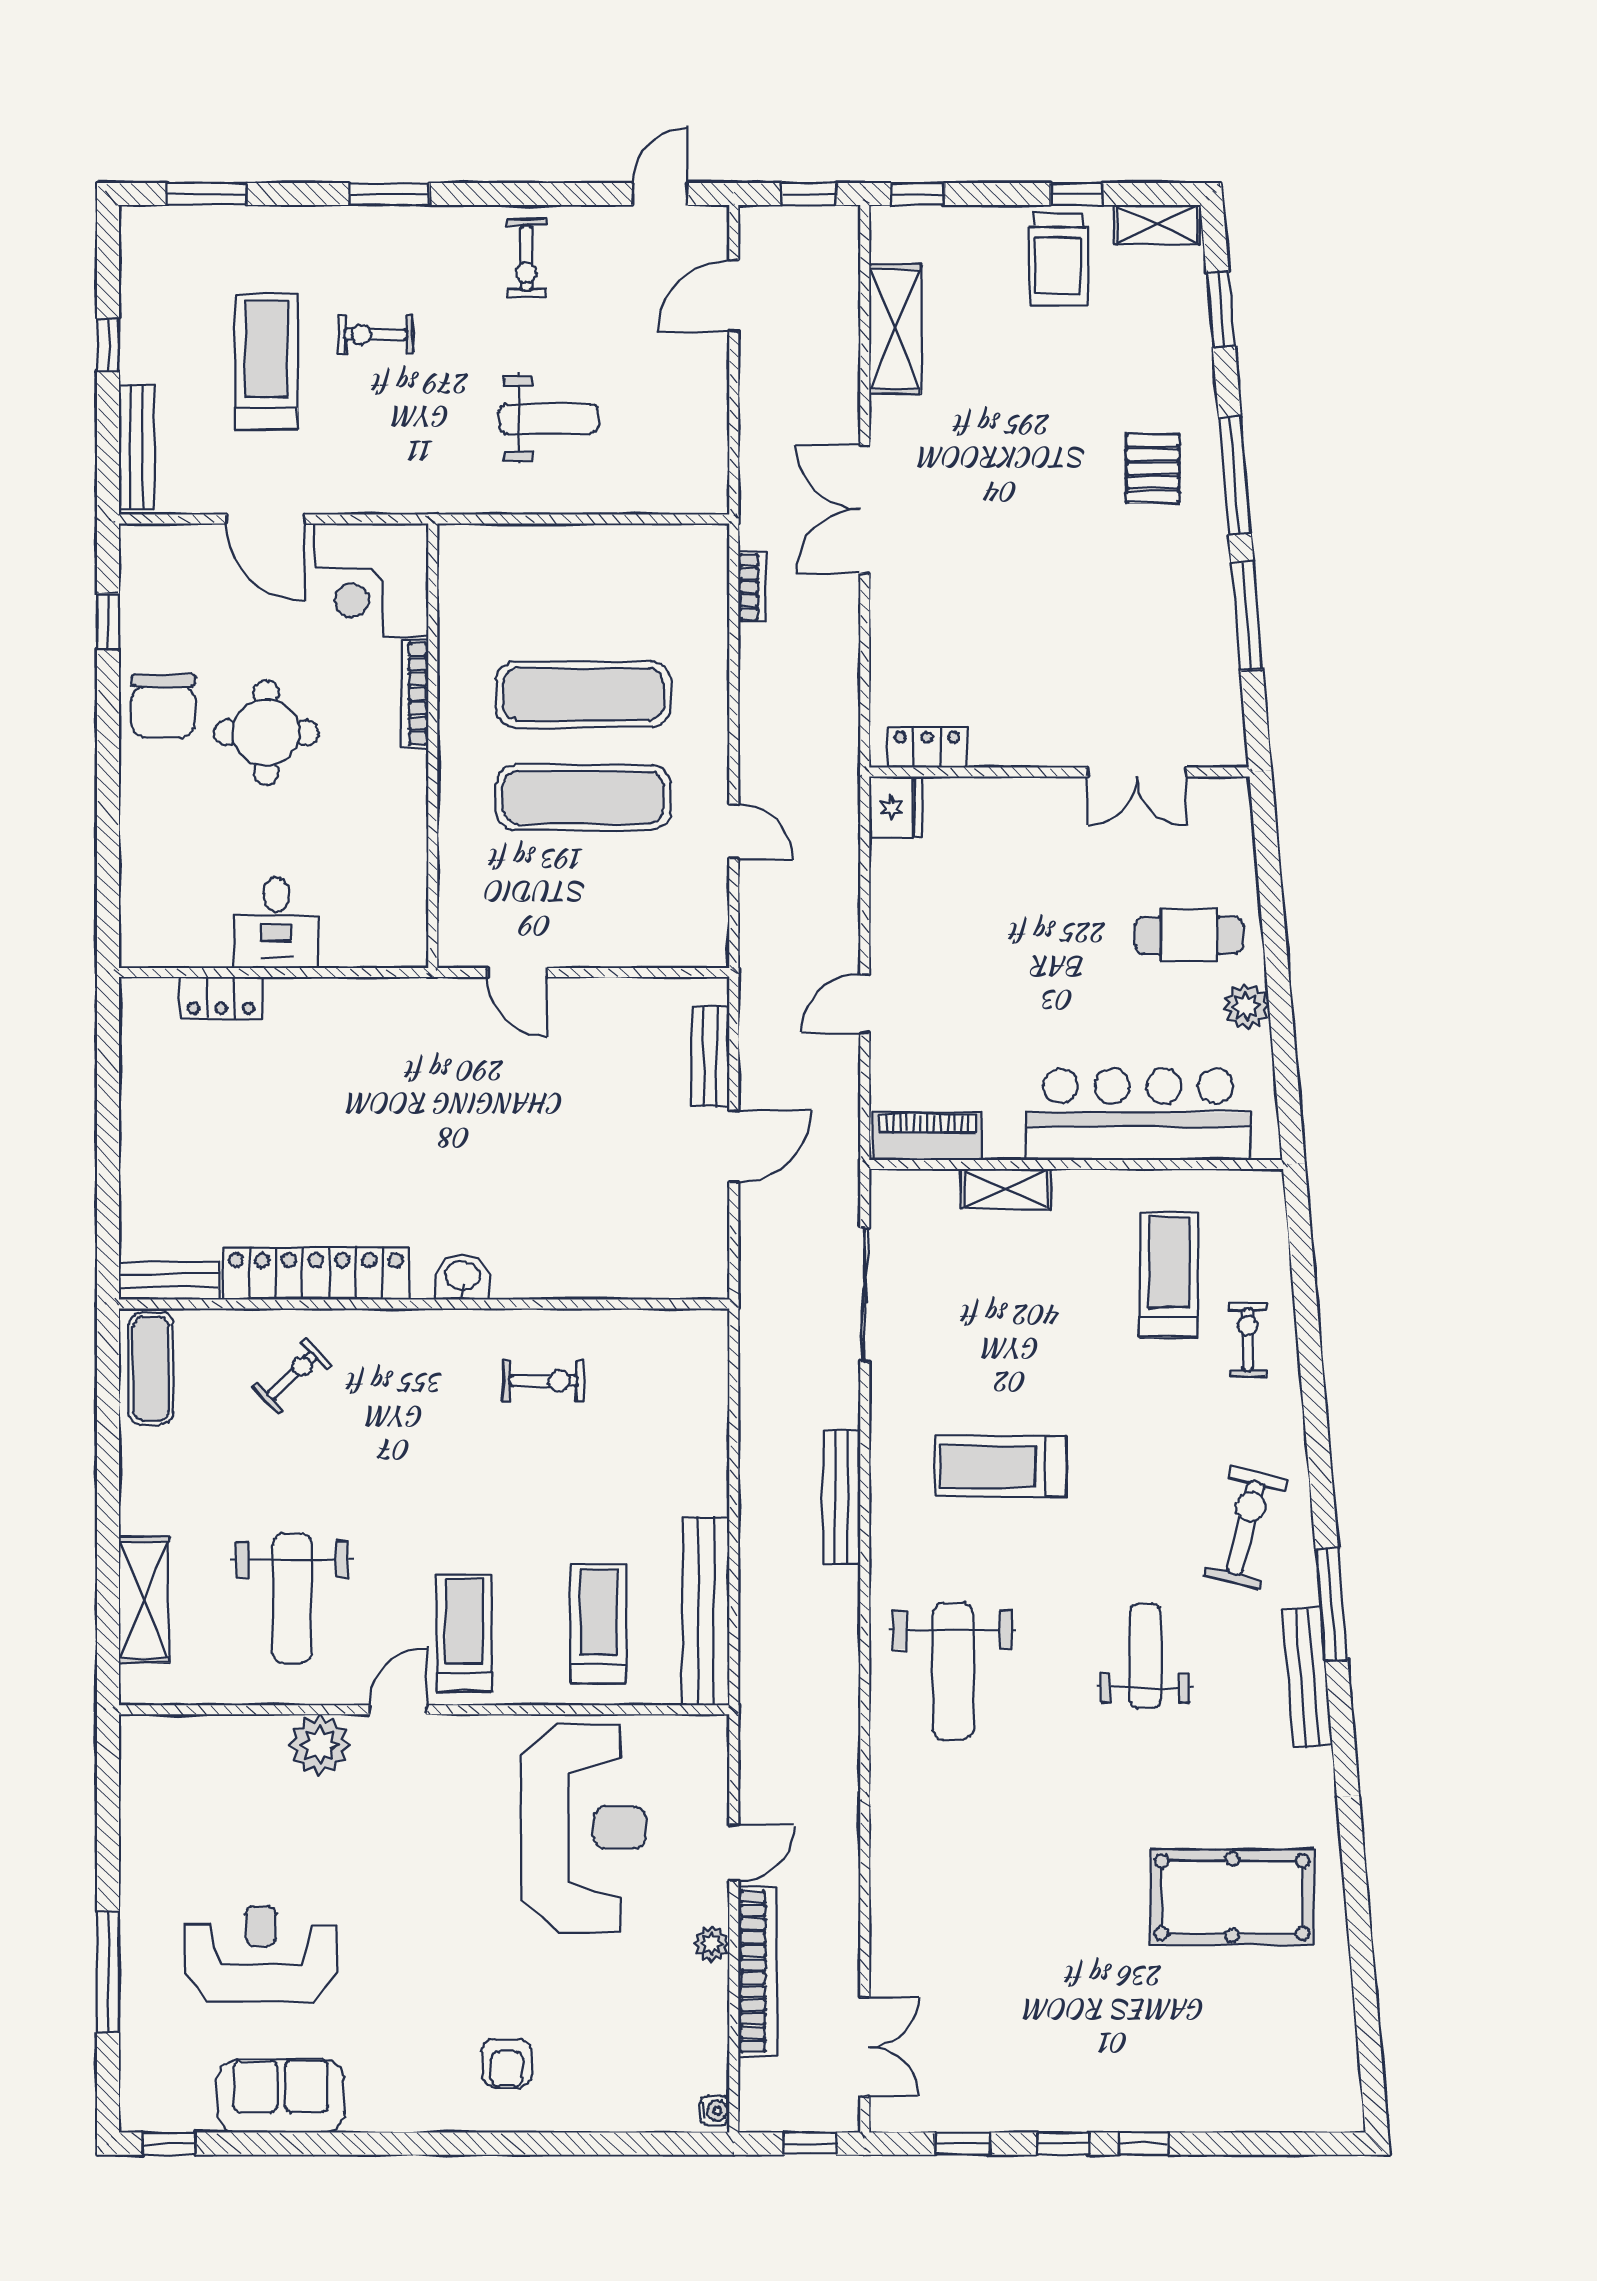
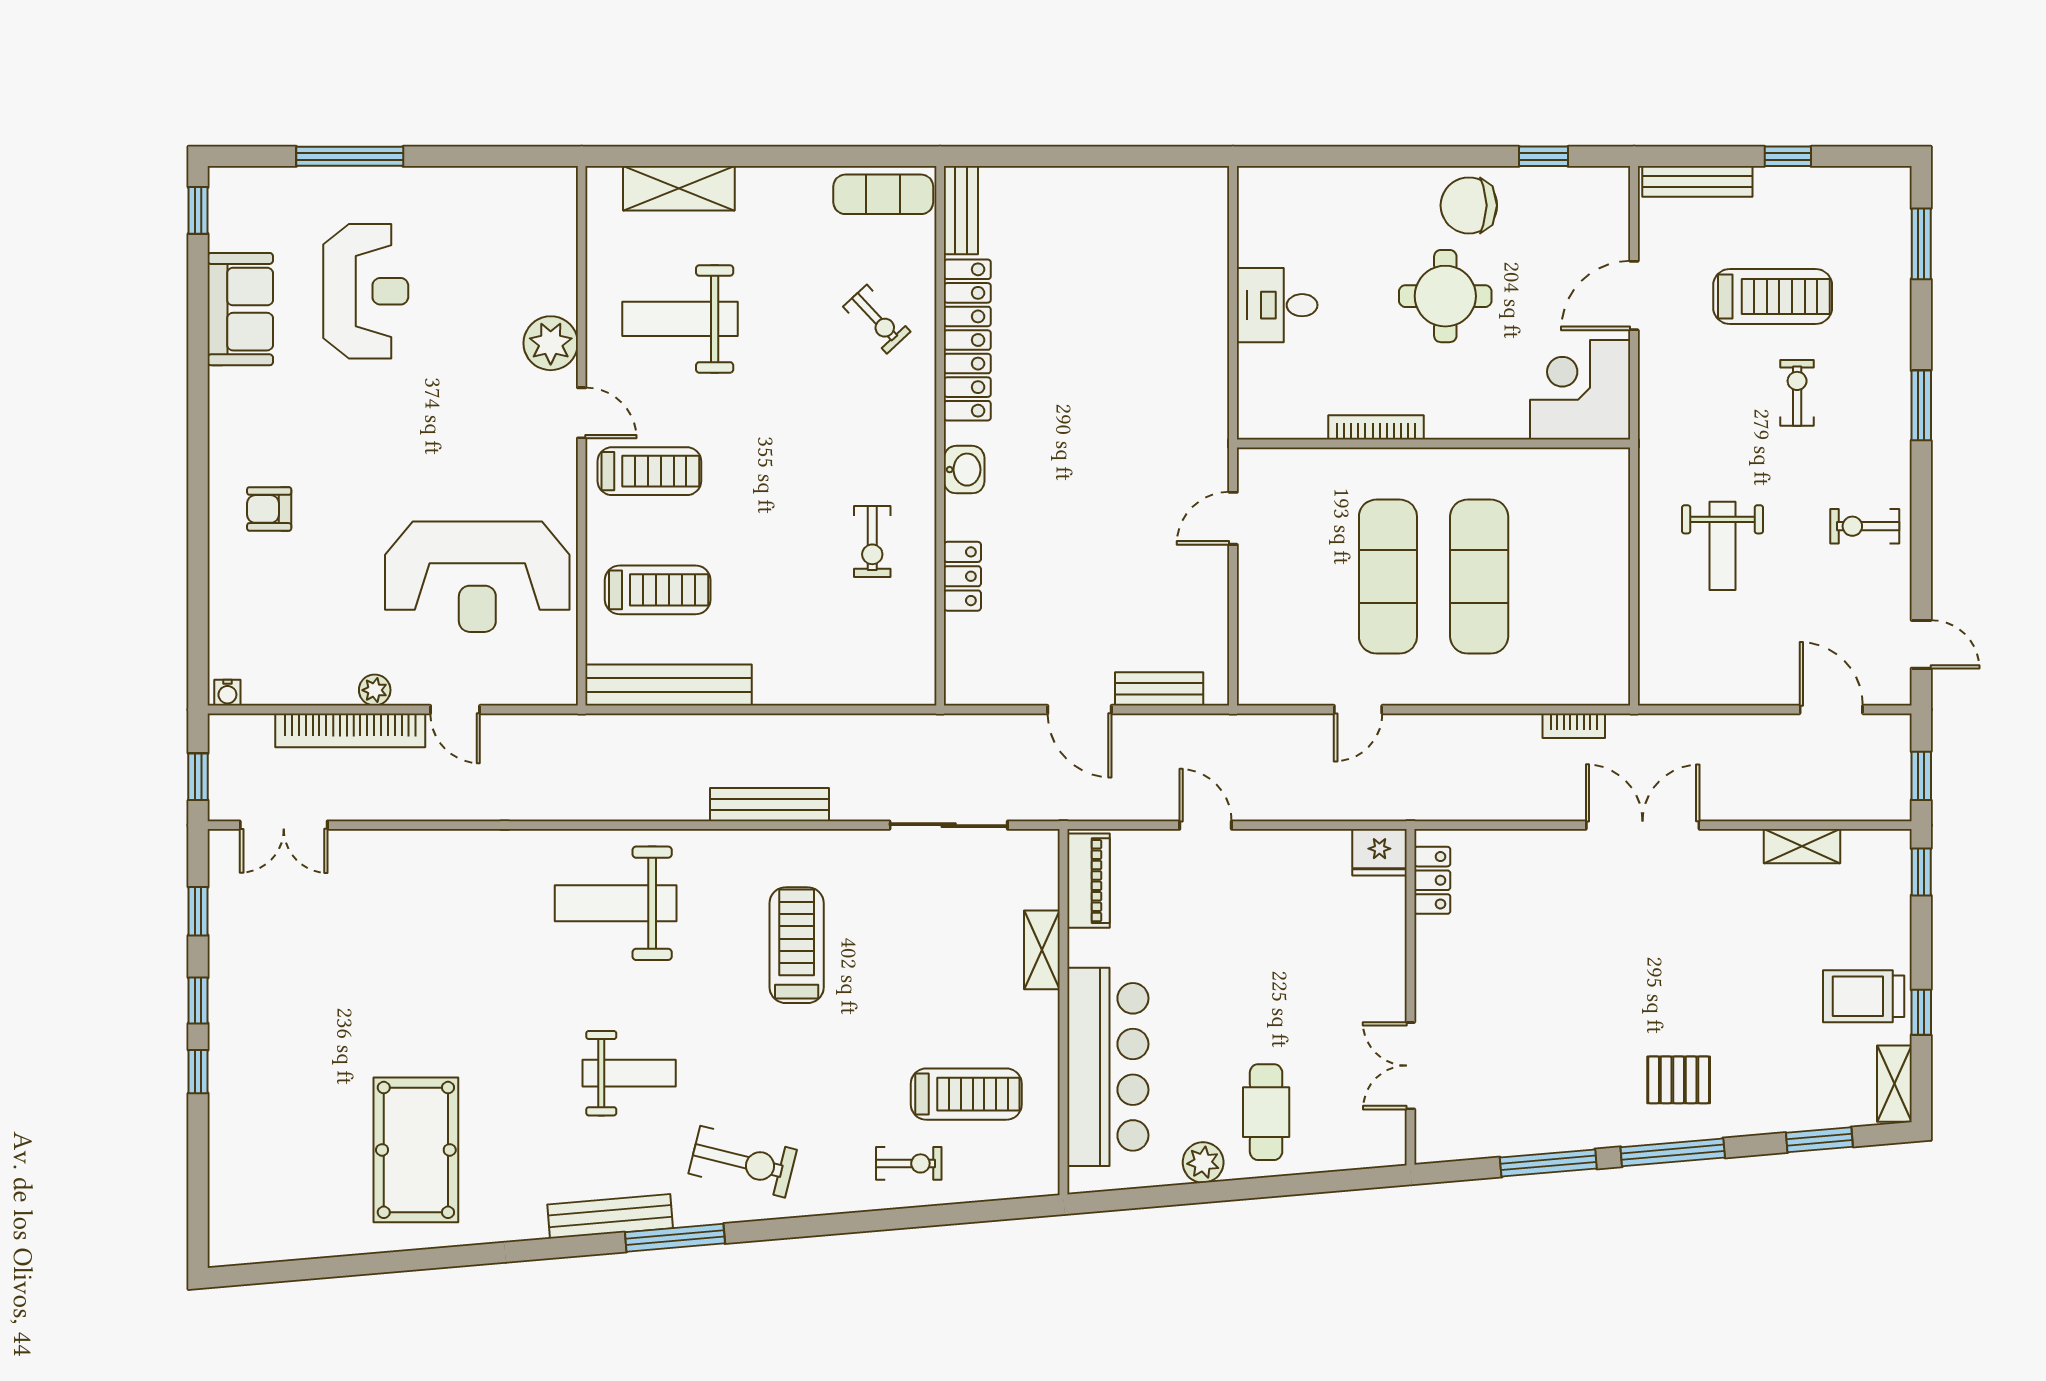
shelving: (895, 329) -> (1802, 846), width x0.67, depth x0.75
bookcase: (415, 694) -> (1376, 427), moved
locker: (221, 998) -> (962, 576), moved, turned 180

